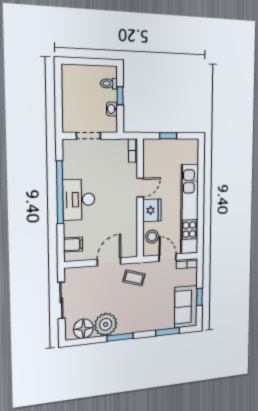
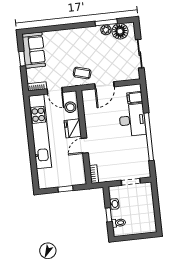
desk: (79, 200) -> (132, 120), moved
plant: (106, 324) -> (106, 30), width x0.53, depth x0.53
window: (168, 332) -> (48, 29), removed
window: (120, 337) -> (106, 22), moved

